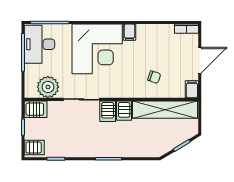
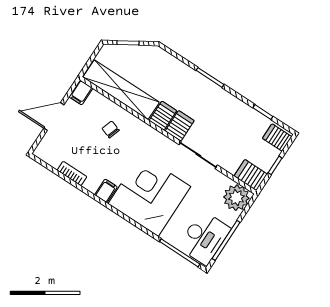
bookcase: (186, 29) -> (72, 173), moved
plant: (48, 87) -> (236, 198), moved

